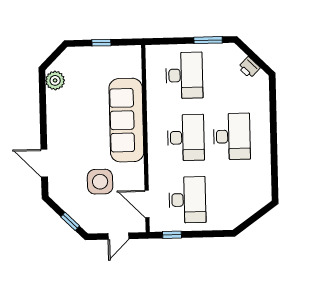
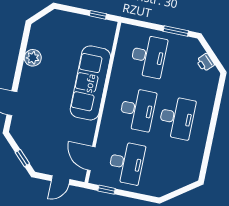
window: (101, 43) -> (98, 15), moved
plant: (55, 80) -> (33, 58), moved
side table: (100, 182) -> (56, 130), removed

